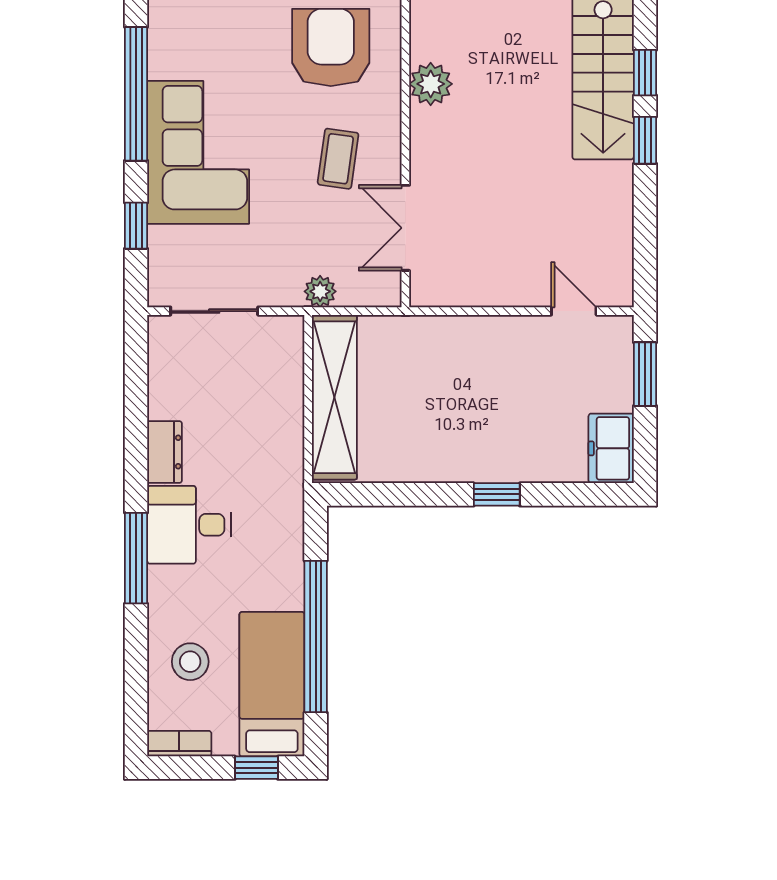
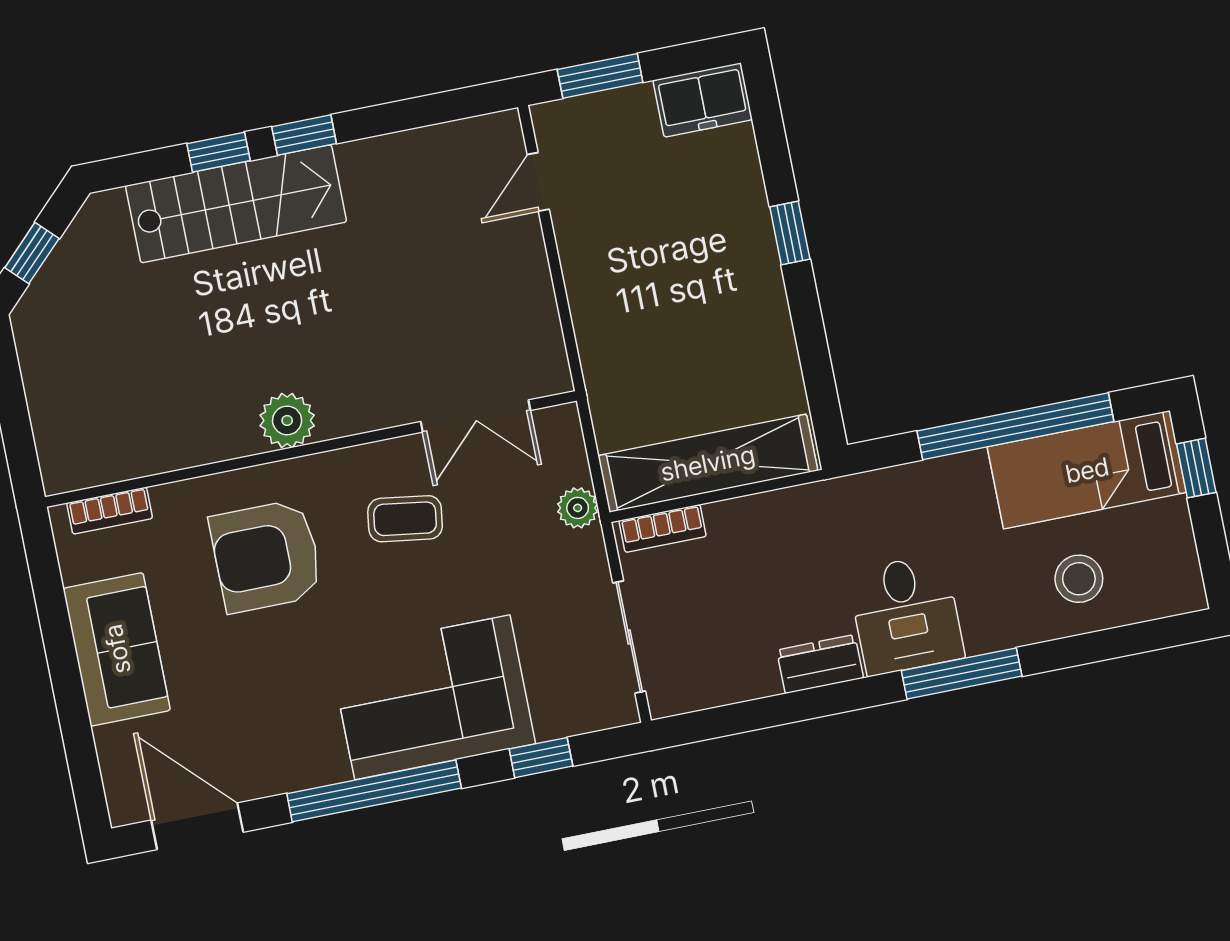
bookcase: (179, 744) -> (663, 528), moved, turned -90

